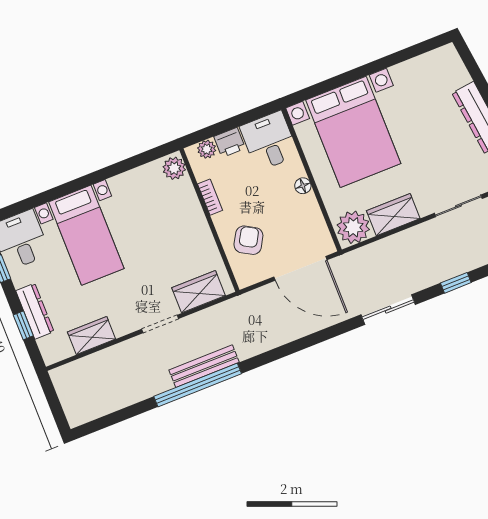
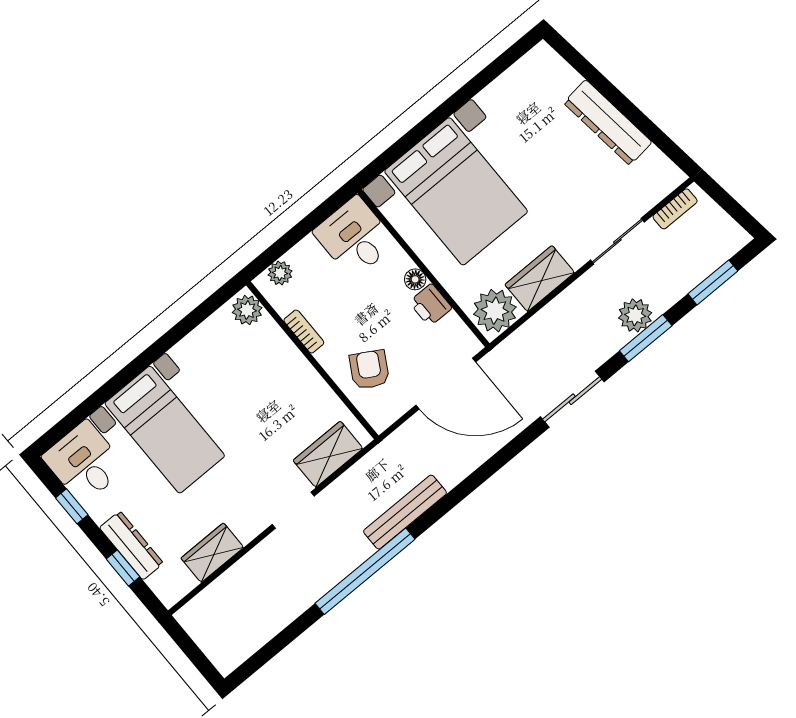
printer: (230, 142) -> (430, 305), moved, turned 90
plant: (454, 264) -> (635, 315), added
window: (456, 283) -> (646, 338), width x1.50
bench: (204, 366) -> (405, 512), moved

